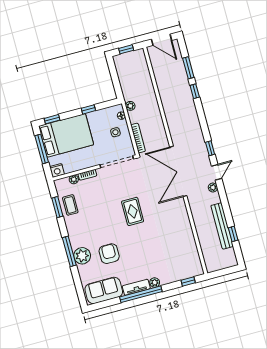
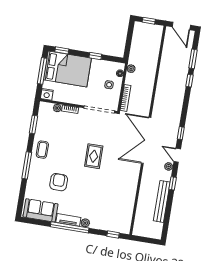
door: (217, 172) -> (177, 155), swing flipped
coffee table: (70, 205) -> (42, 150), moved
window: (233, 234) -> (173, 183), moved
plant: (82, 256) -> (36, 174), removed

